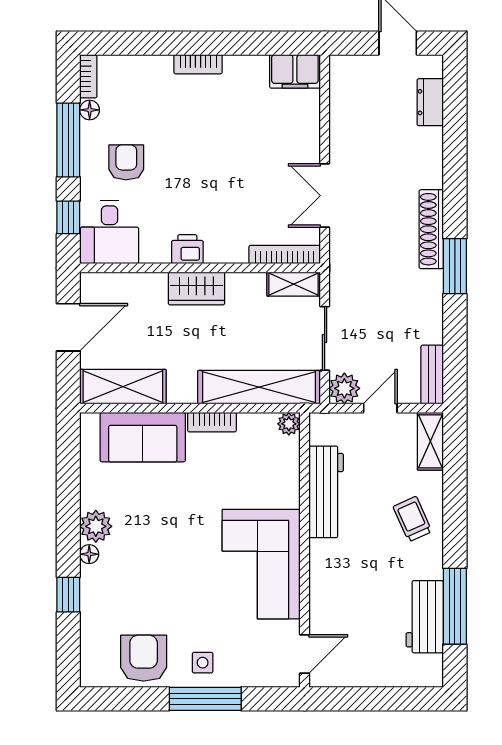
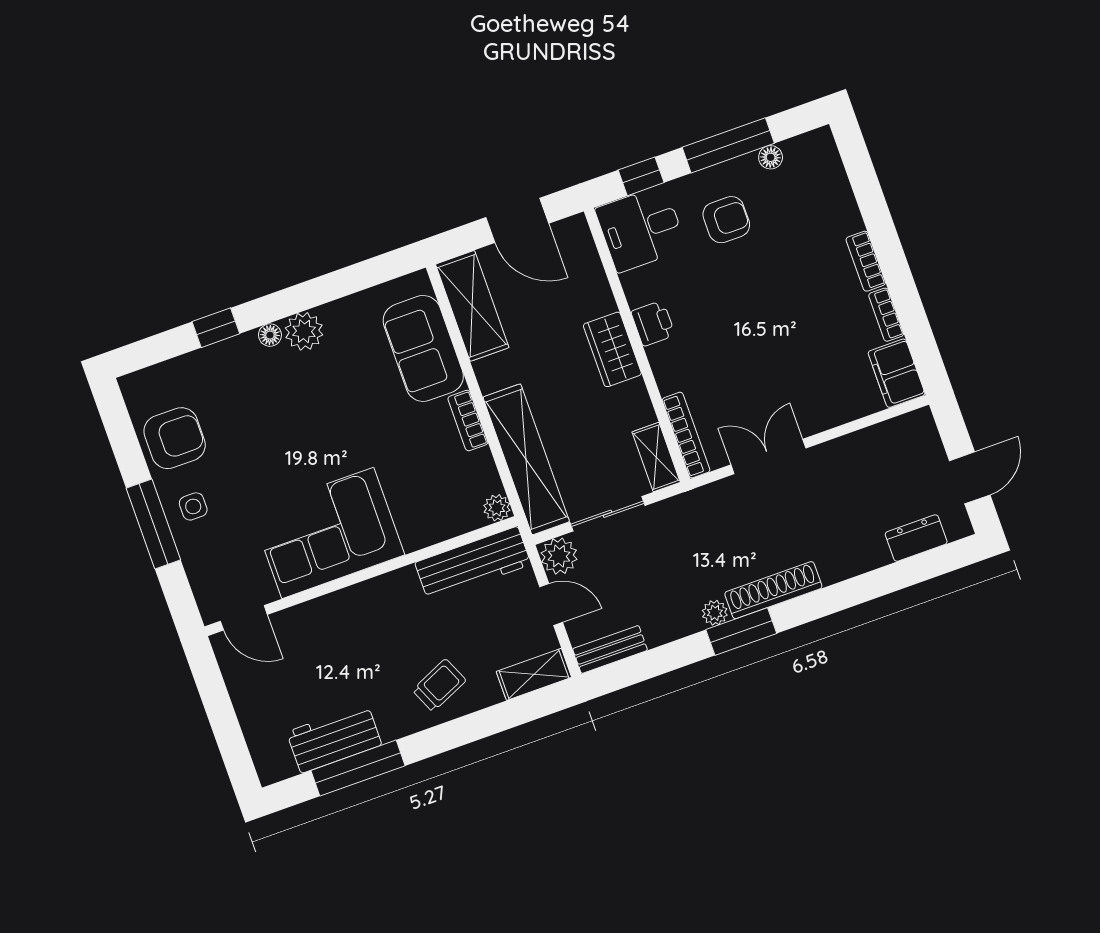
bookcase: (88, 76) -> (886, 315), moved, turned 90
plant: (433, 282) -> (715, 613), added
workbench: (326, 492) -> (473, 564), moved

